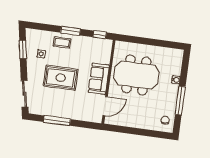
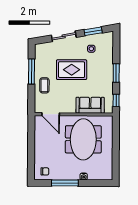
coffee table: (62, 42) -> (44, 85), moved
rug: (61, 78) -> (72, 70), turned 90
sofa: (99, 79) -> (90, 105), moved
sliding door: (25, 94) -> (64, 36), moved

